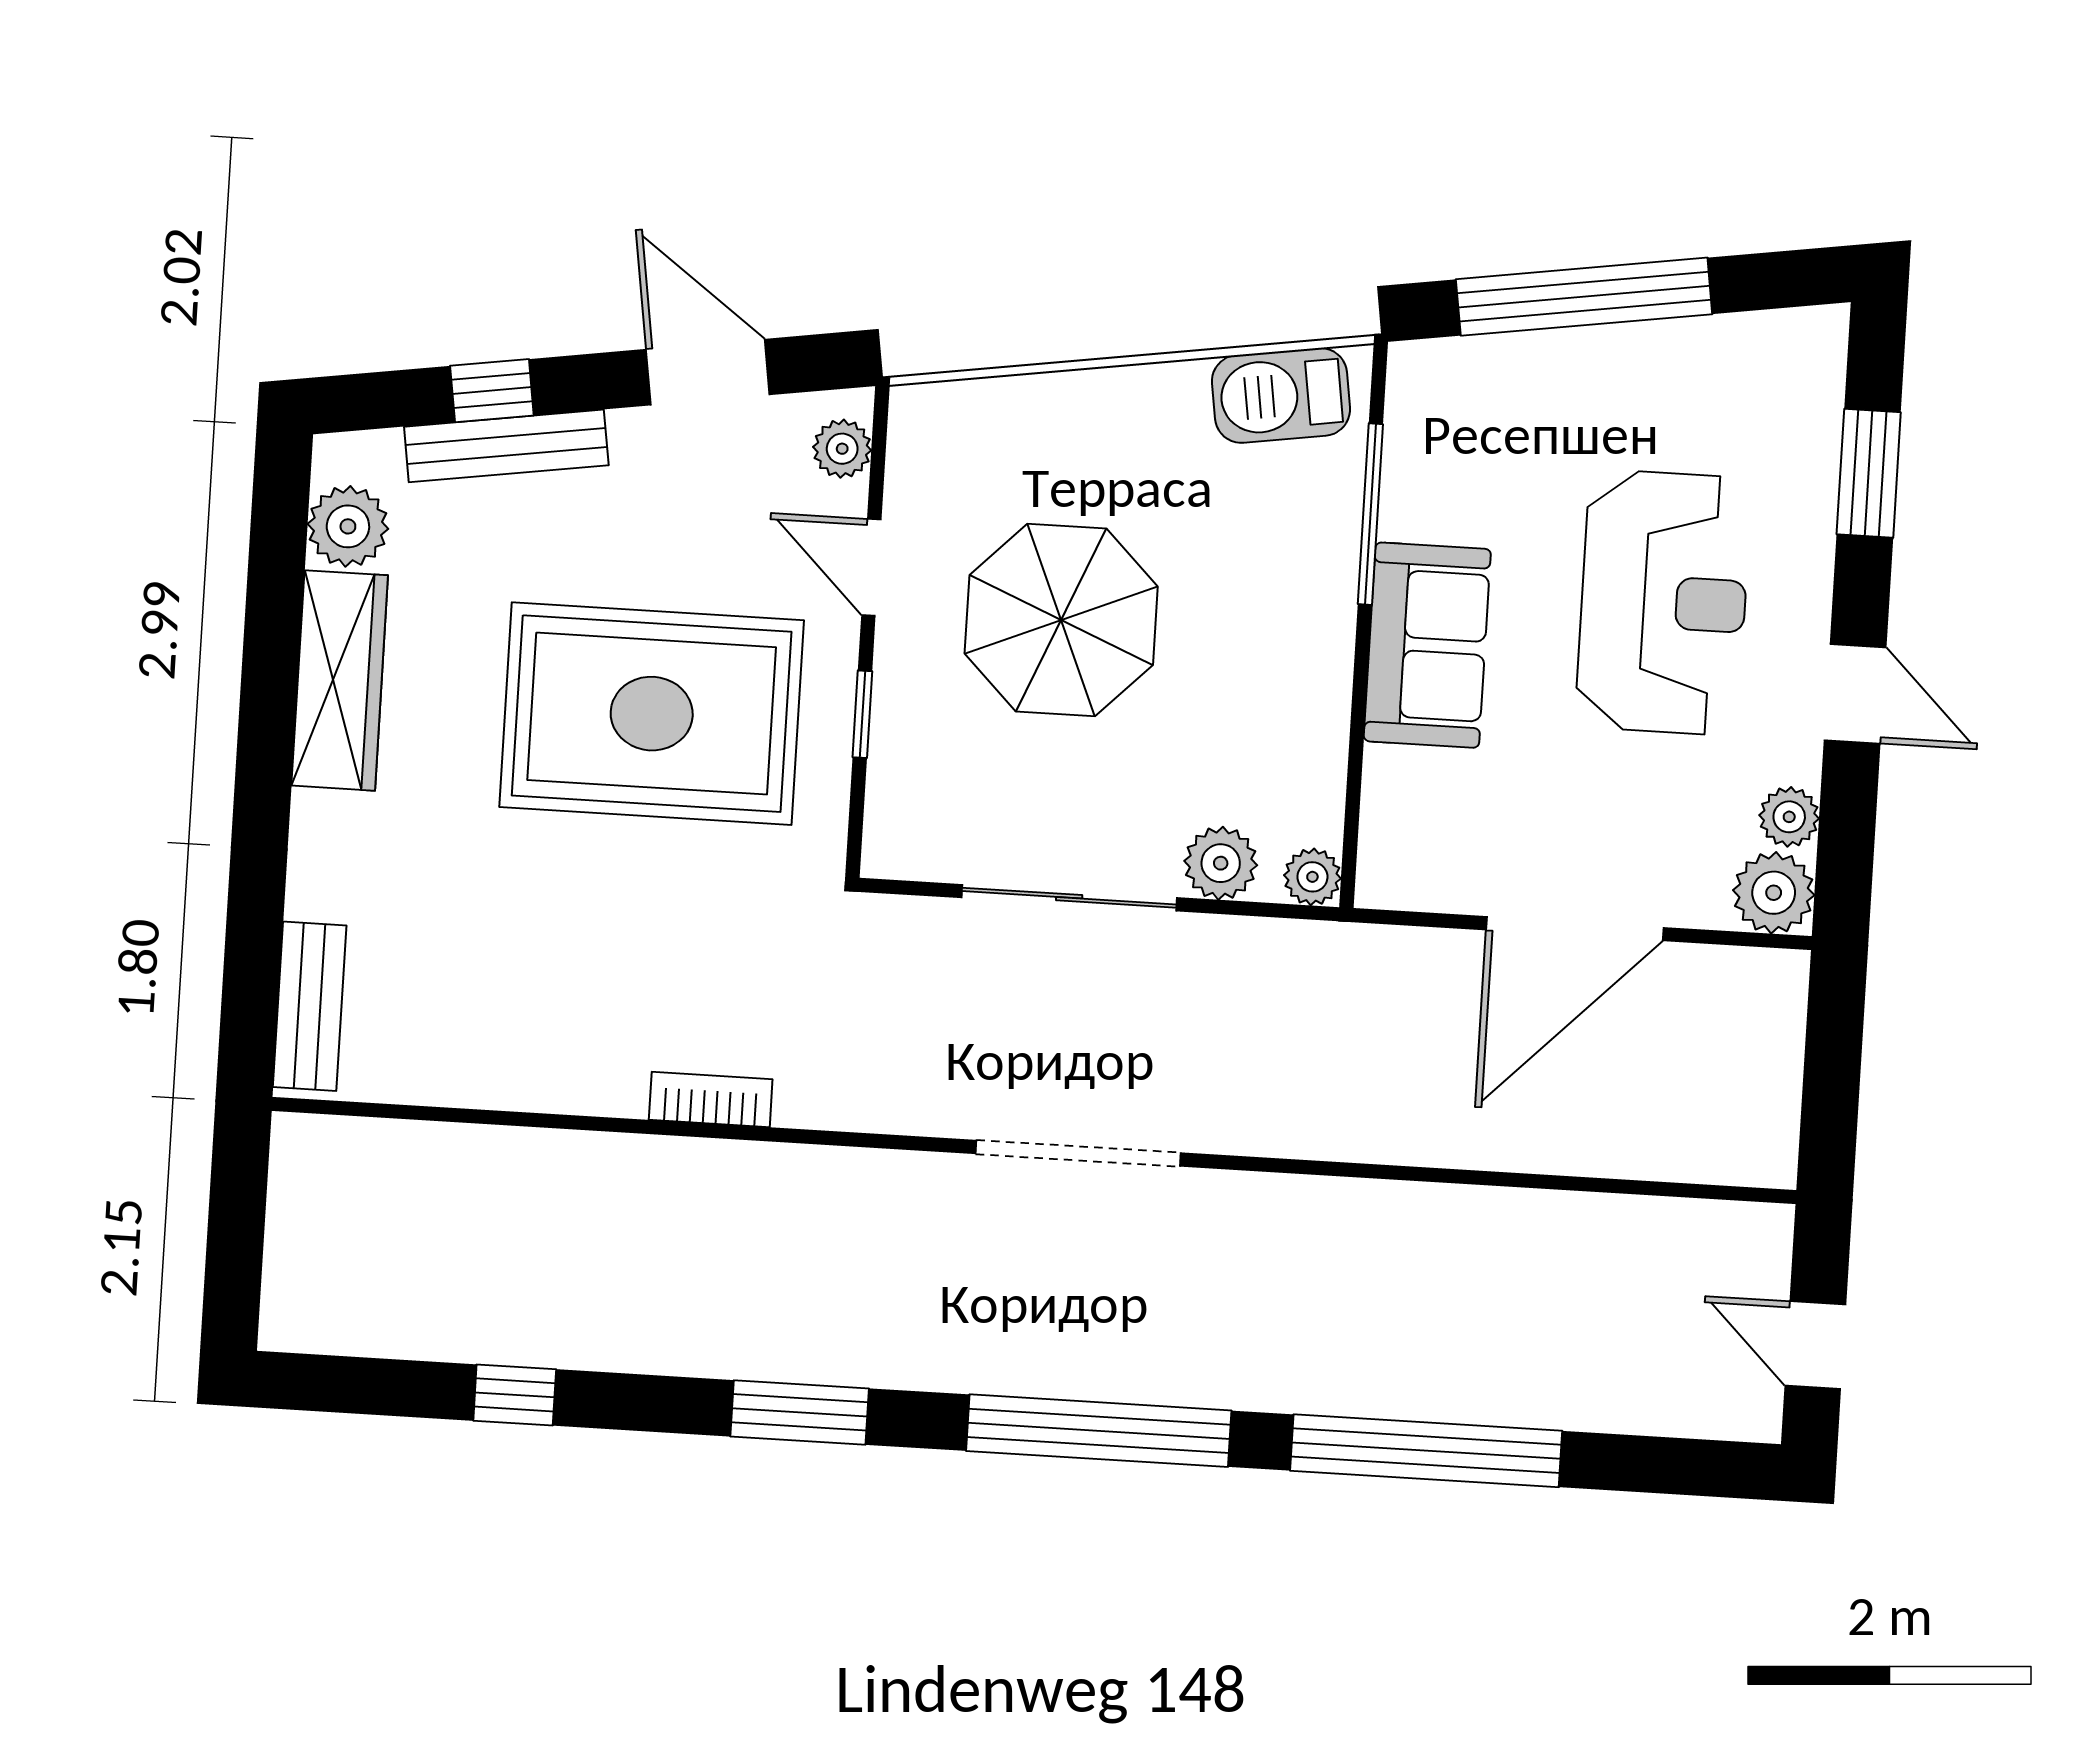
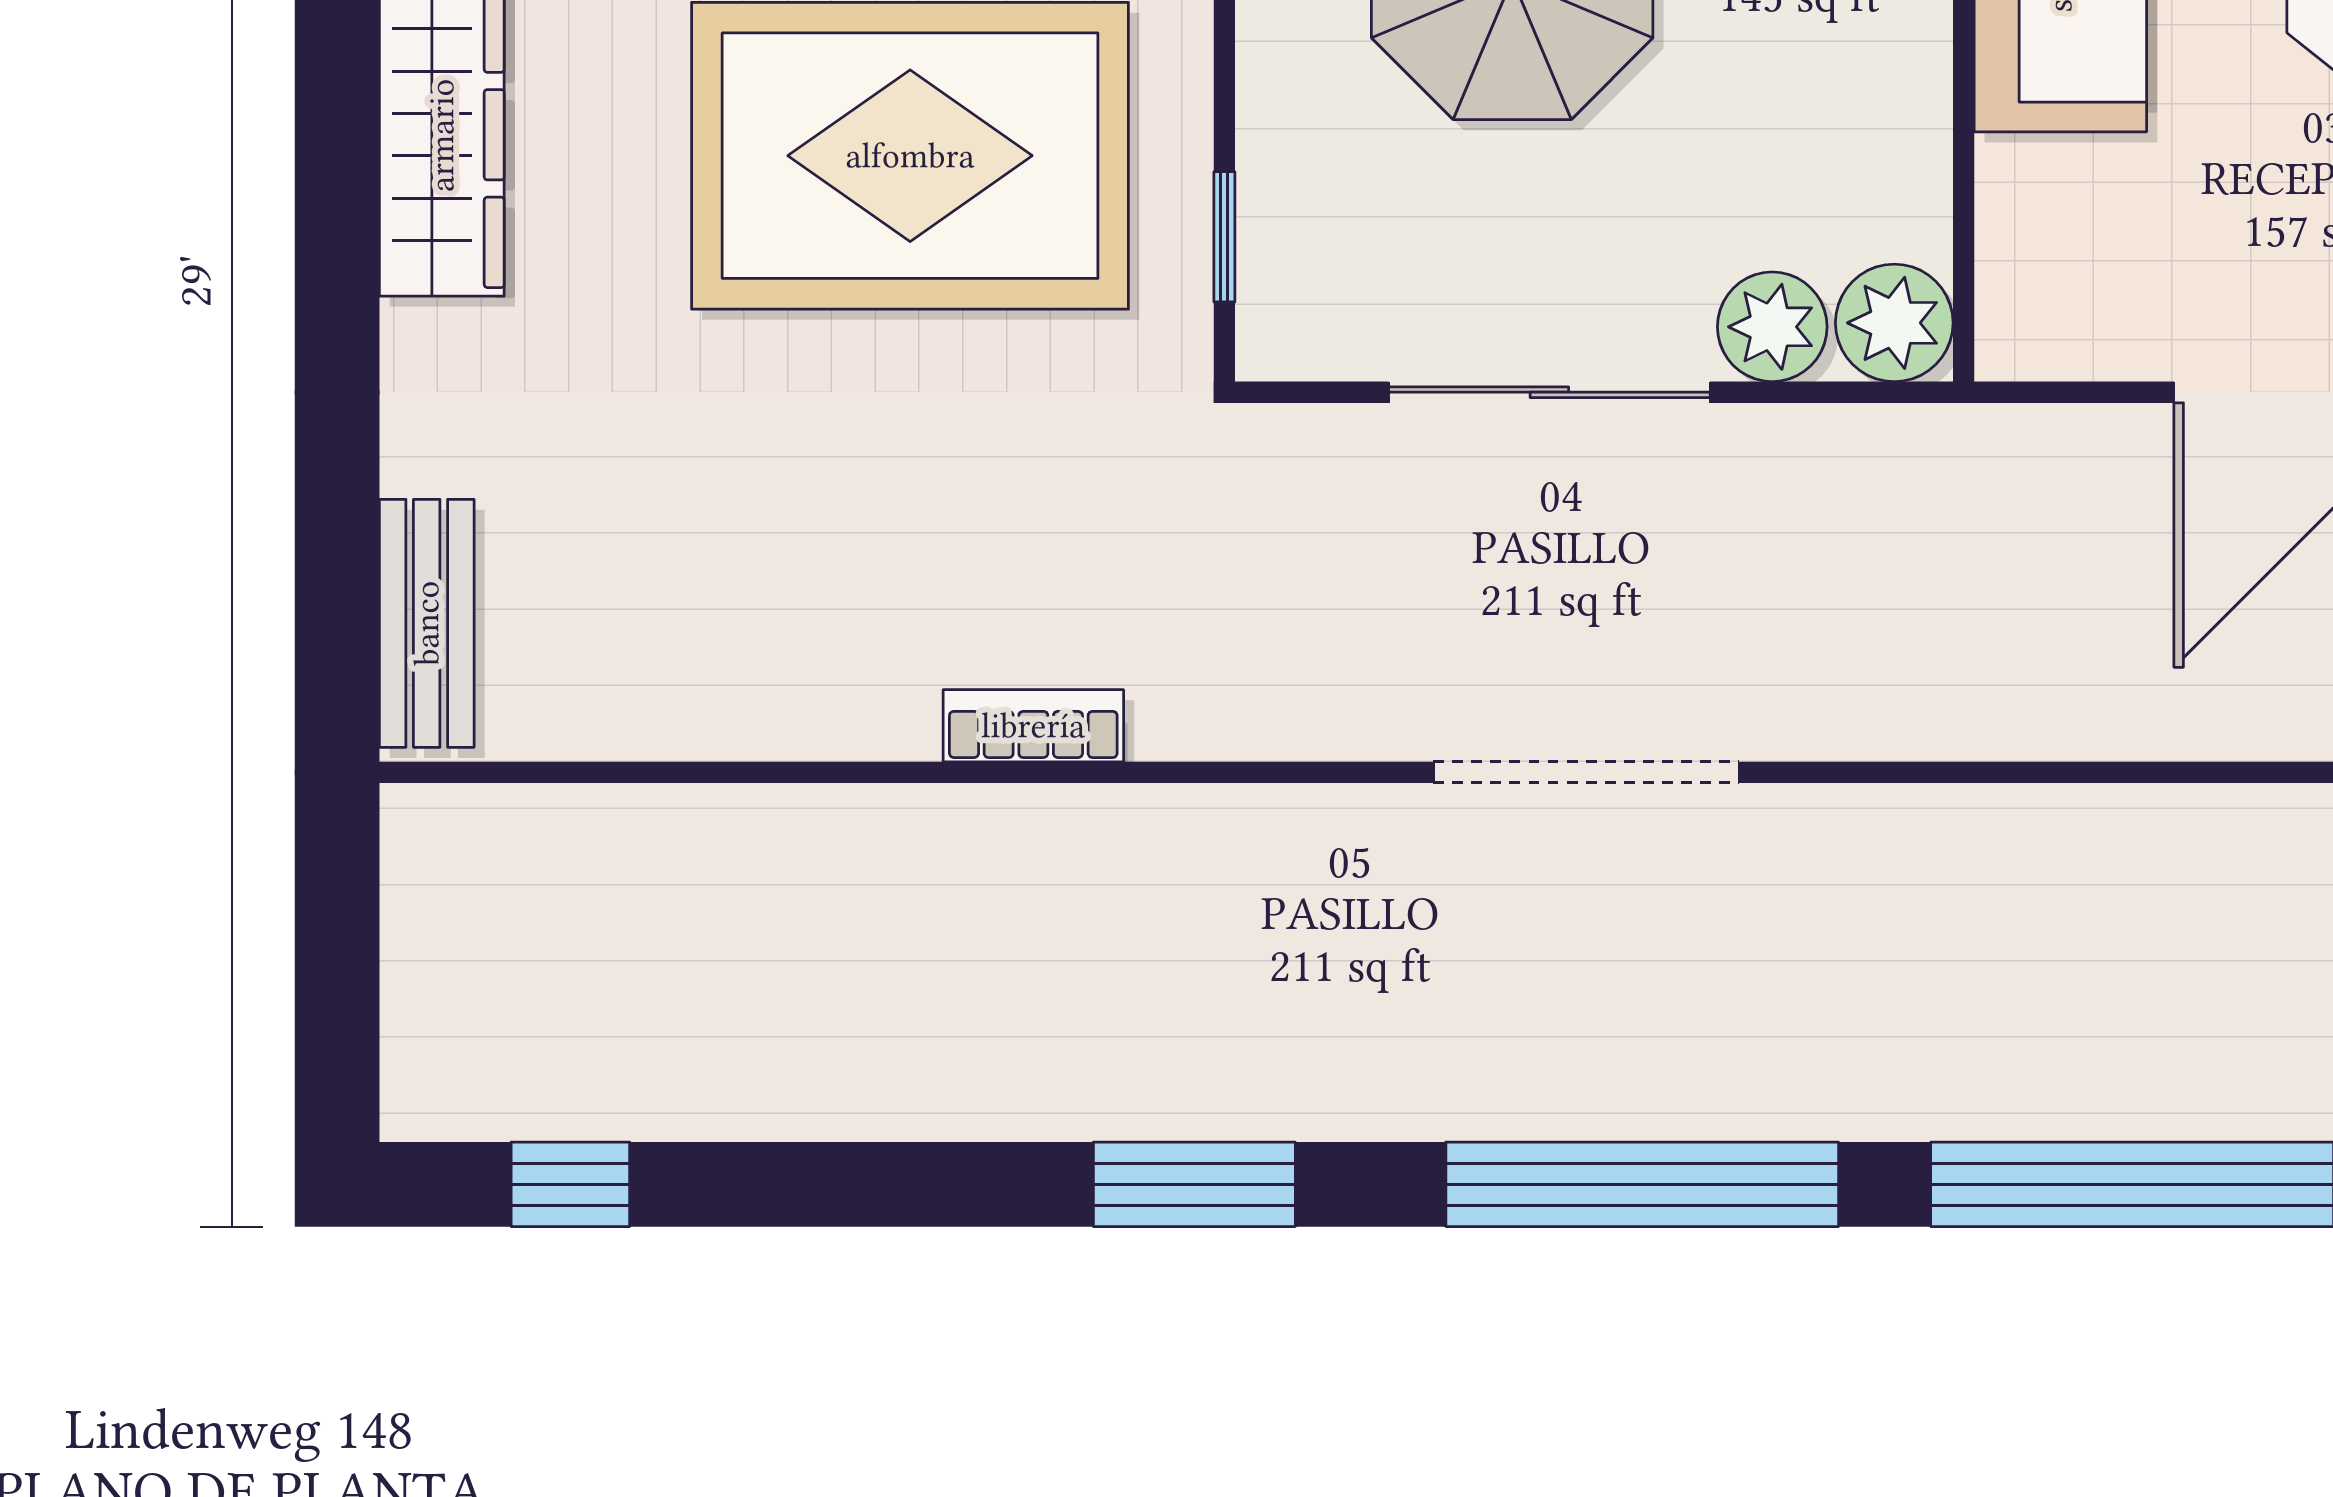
window: (862, 714) -> (1224, 237), moved
plant: (1312, 877) -> (1894, 323), width x1.38, depth x1.38
window: (515, 1395) -> (570, 1184), moved

